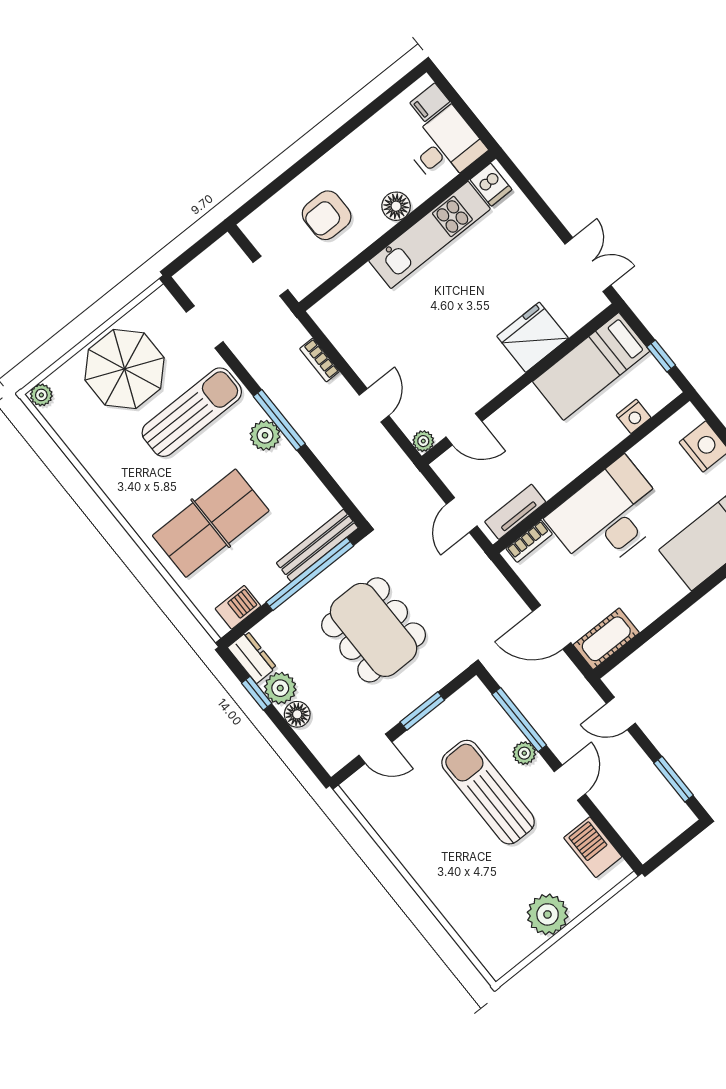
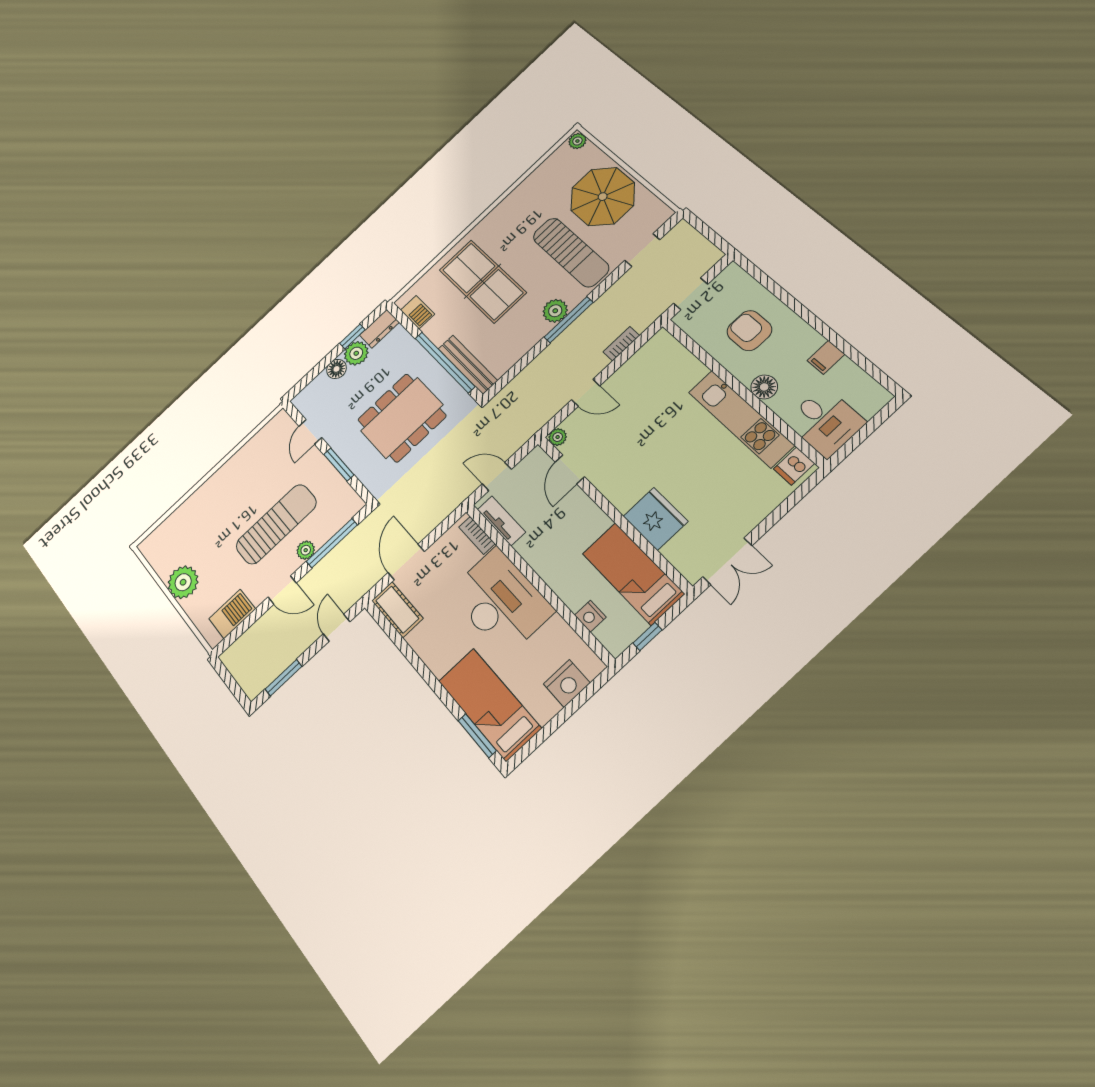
filing cabinet: (430, 102) -> (826, 357), moved, turned -90

